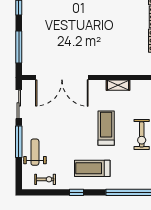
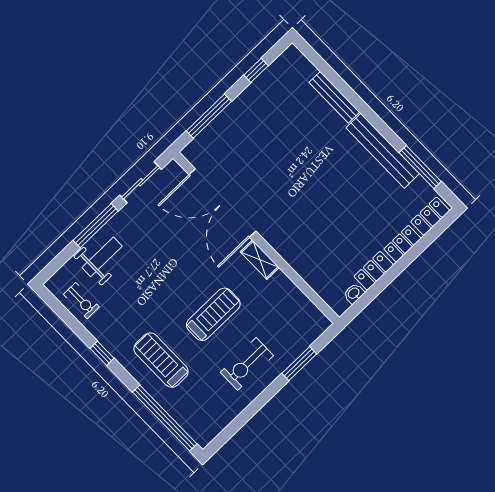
shelving: (118, 85) -> (260, 260), moved
treadmill: (92, 168) -> (161, 360), moved

